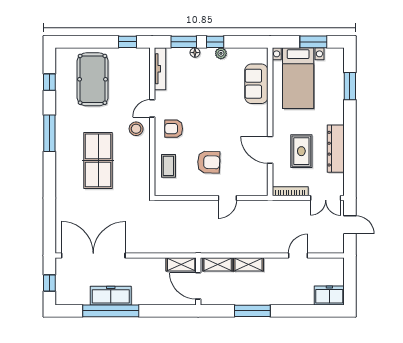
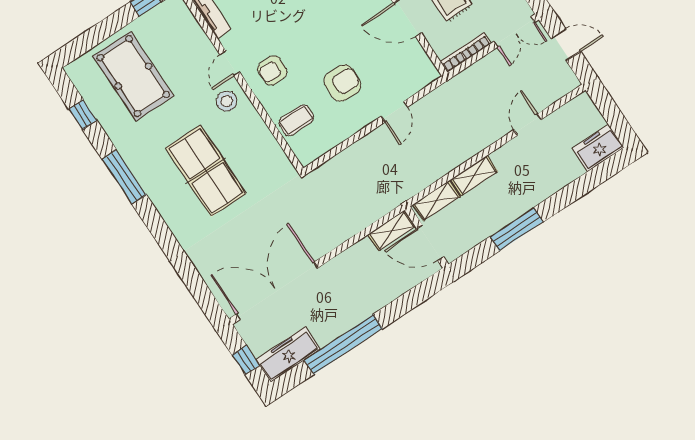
coffee table: (168, 166) -> (296, 120), turned 90
freezer: (111, 296) -> (288, 354), moved

